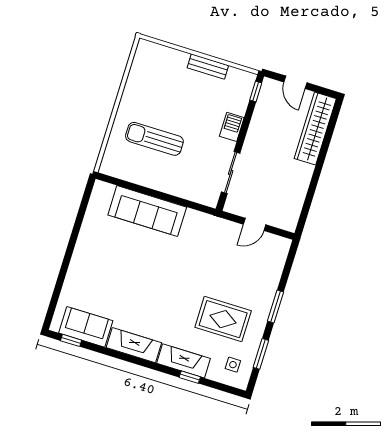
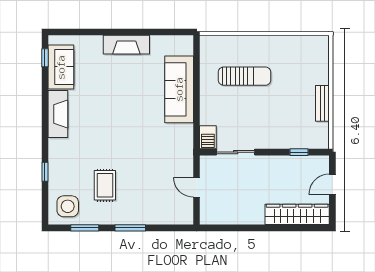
window: (256, 91) -> (299, 152), moved
barbecue: (232, 127) -> (208, 137), moved, turned 90
sun lounger: (154, 139) -> (245, 76), turned 90
rug: (223, 319) -> (105, 185), width x0.73, depth x0.70
fireplace: (183, 361) -> (126, 45), moved, turned 90
side table: (233, 365) -> (68, 206), width x1.87, depth x1.87

